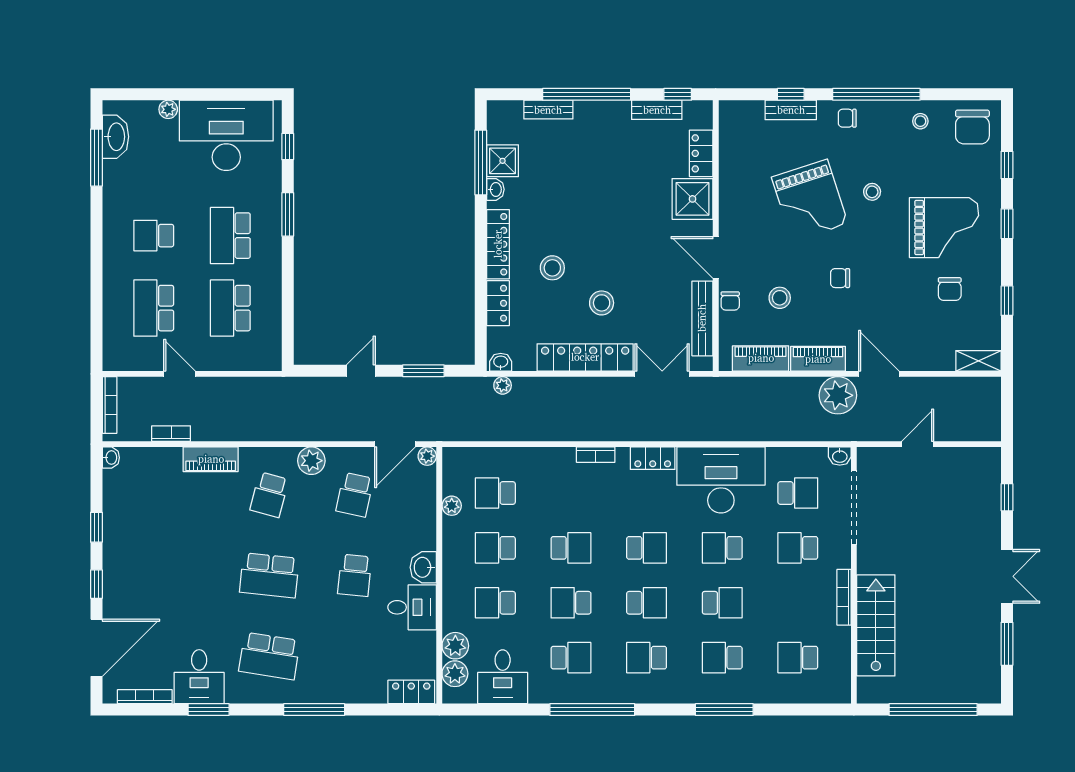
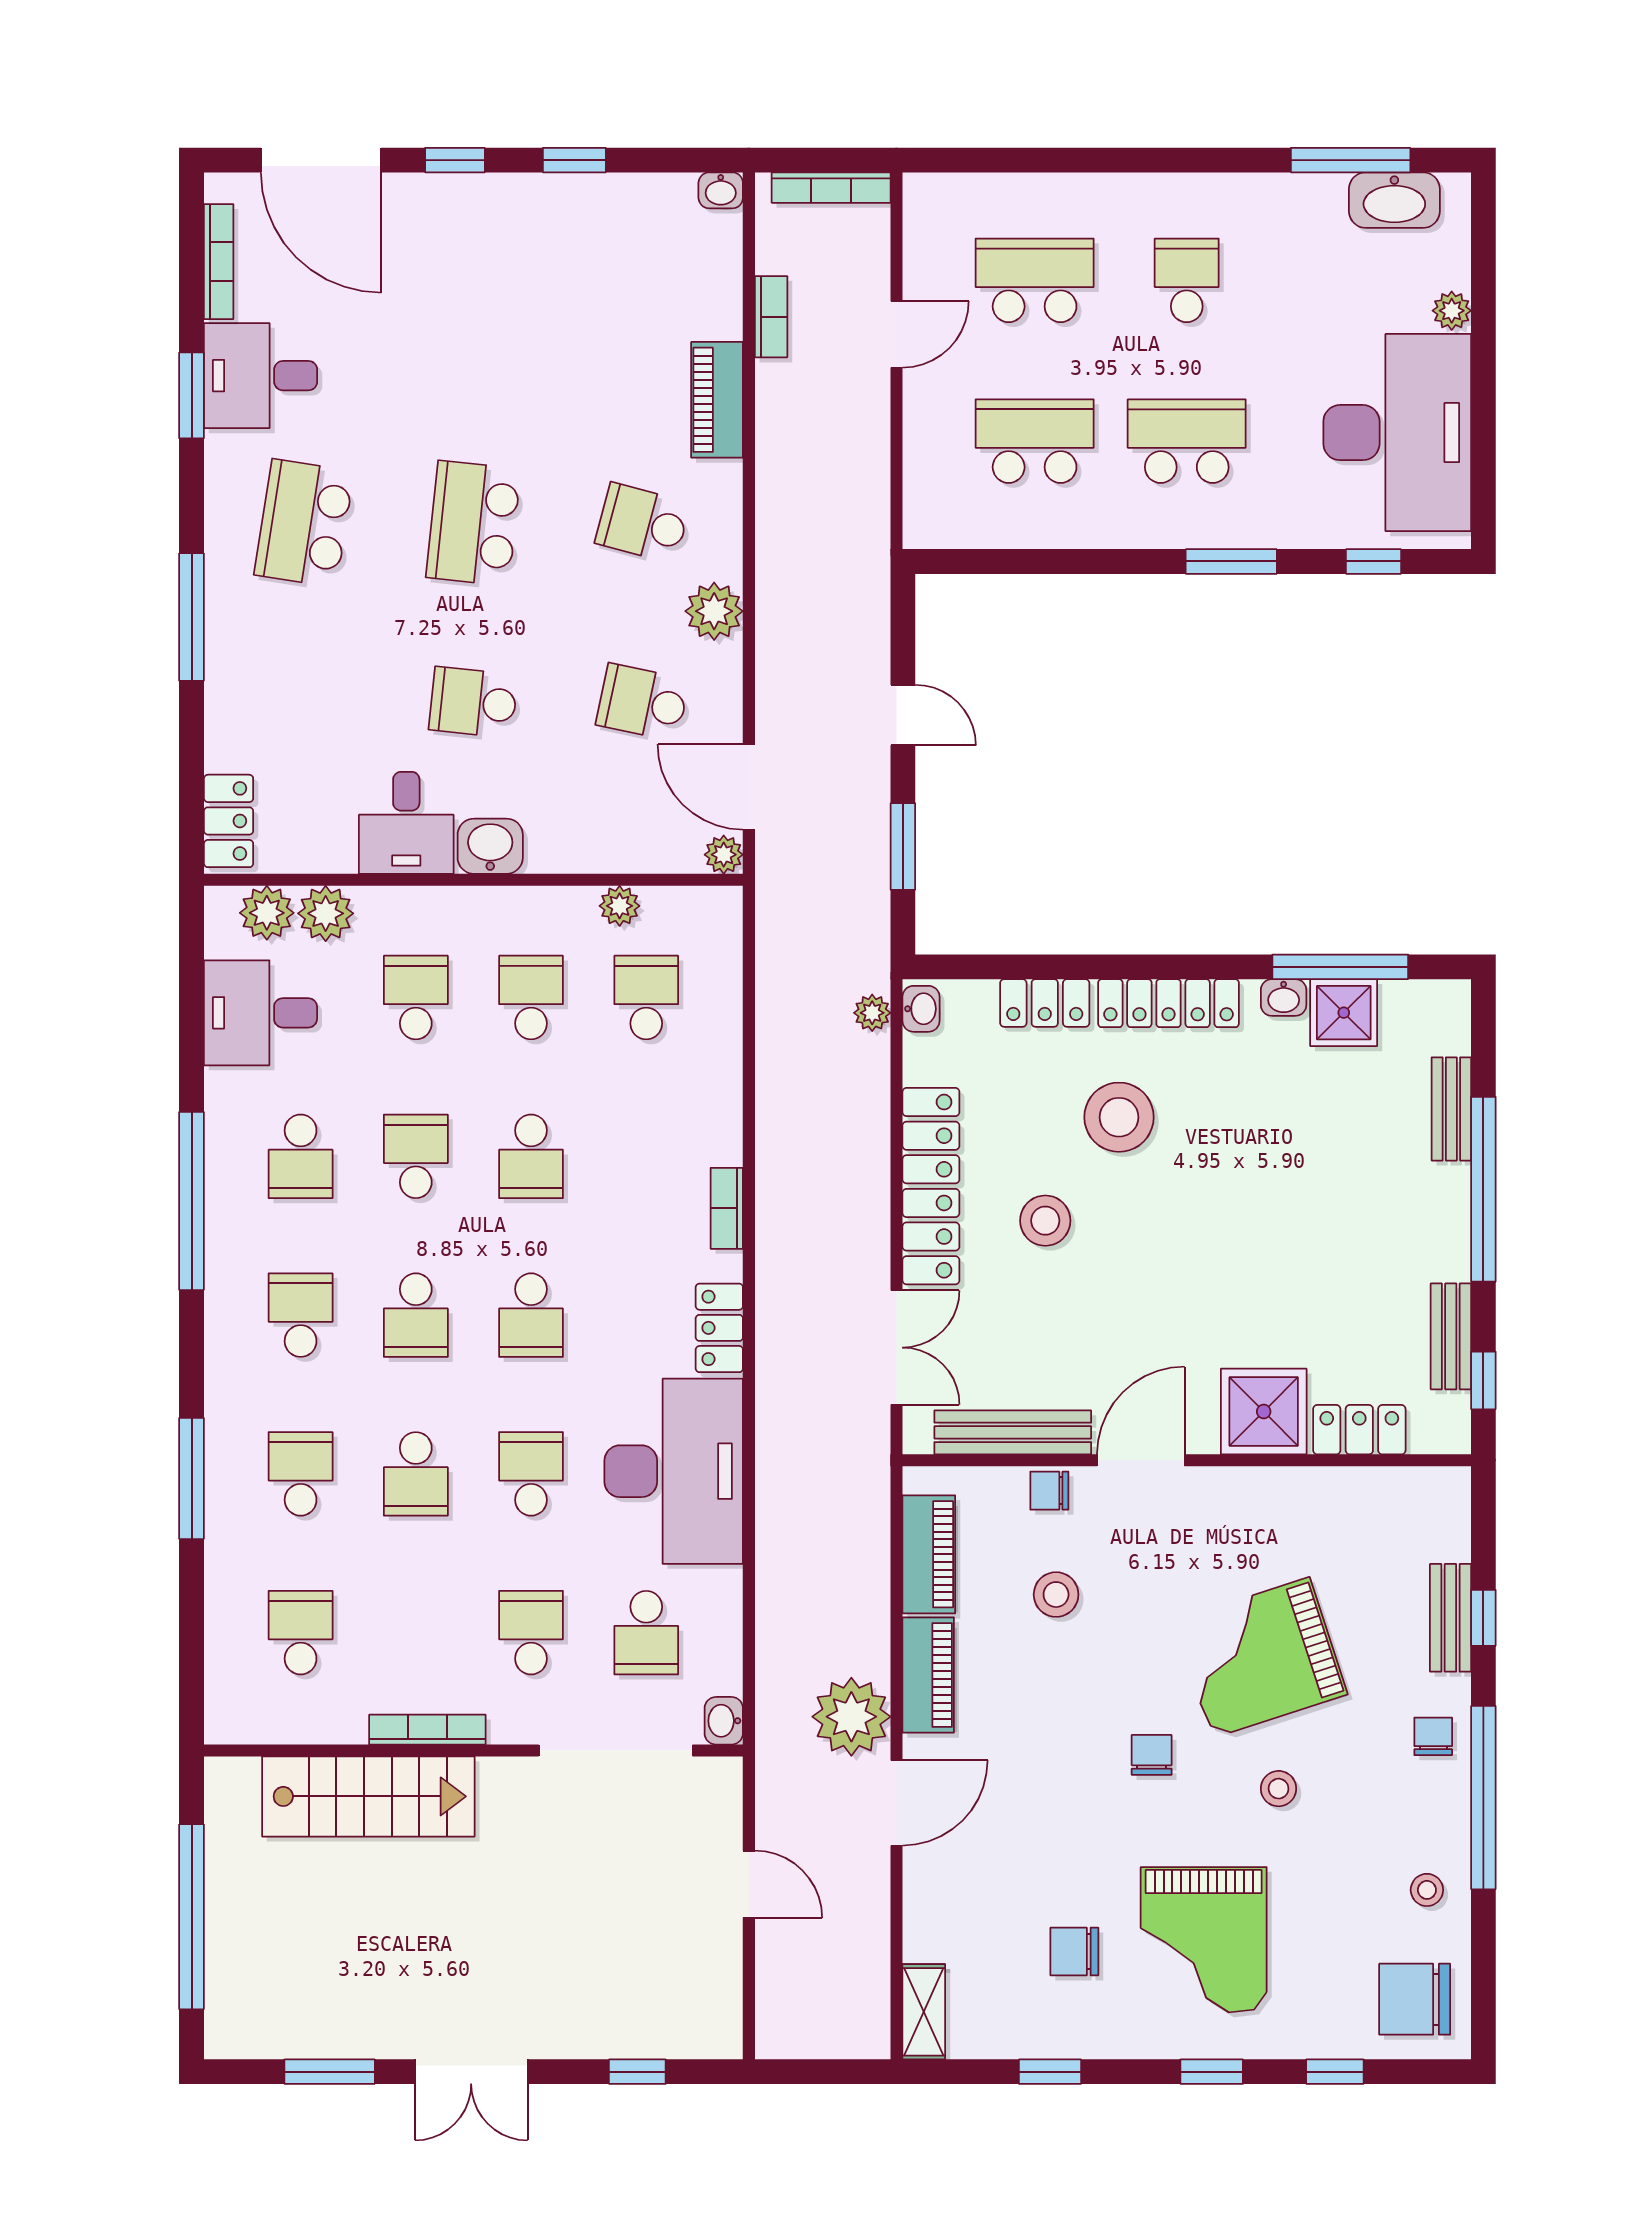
stool: (552, 268) -> (1119, 1117), width x1.38, depth x1.38
chair: (840, 278) -> (1152, 1755), moved

